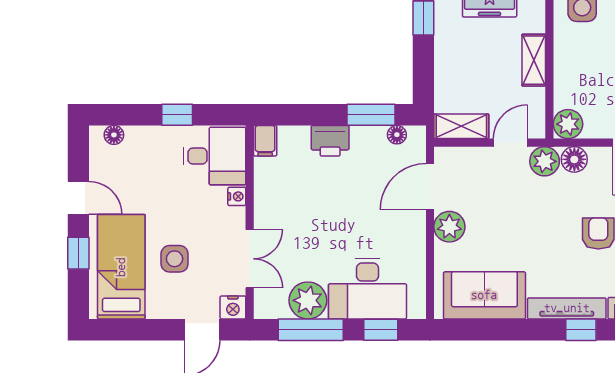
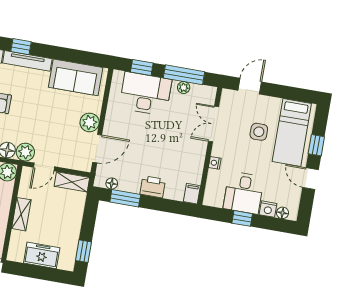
desk: (214, 156) -> (244, 193), moved, turned -90
plant: (308, 300) -> (184, 87), width x0.53, depth x0.53
nightstand: (233, 307) -> (268, 209), moved, turned 180

